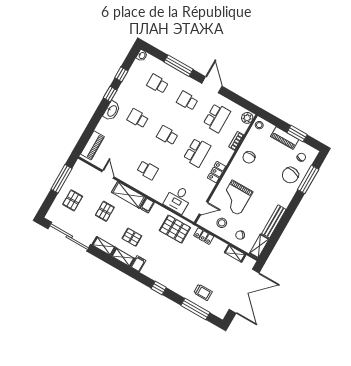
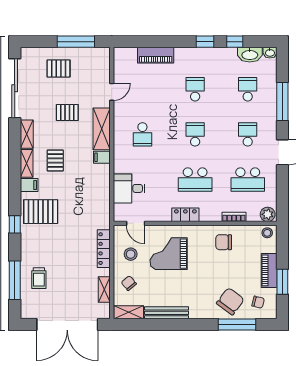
washbasin: (112, 111) -> (250, 55), moved
piano: (92, 145) -> (156, 55), moved
chair: (290, 175) -> (230, 301), turned 115
pallet: (175, 229) -> (41, 212), moved, turned 90
locker: (204, 236) -> (104, 249), width x1.53

